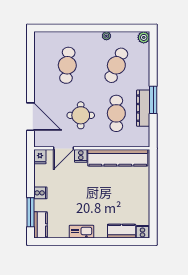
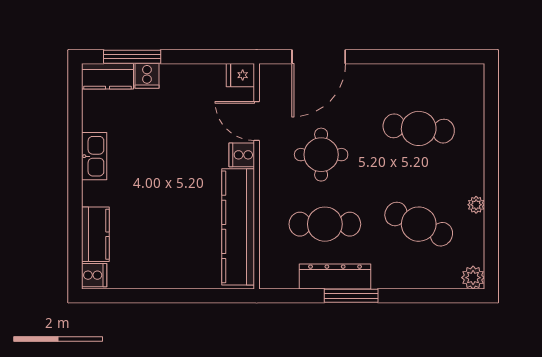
cooker: (40, 193) -> (147, 76), moved

